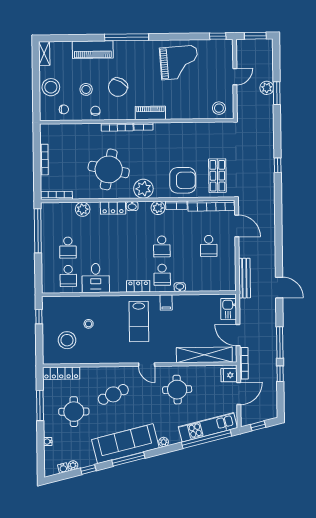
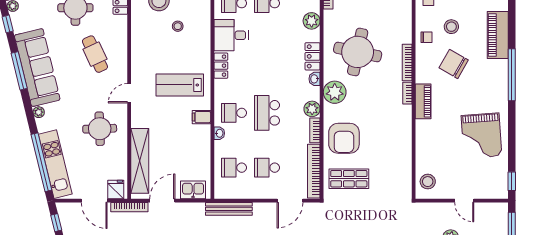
school desk: (162, 246) -> (267, 113), width x1.85
school desk: (209, 274) -> (234, 168), added
locker: (138, 286) -> (221, 66), moved

